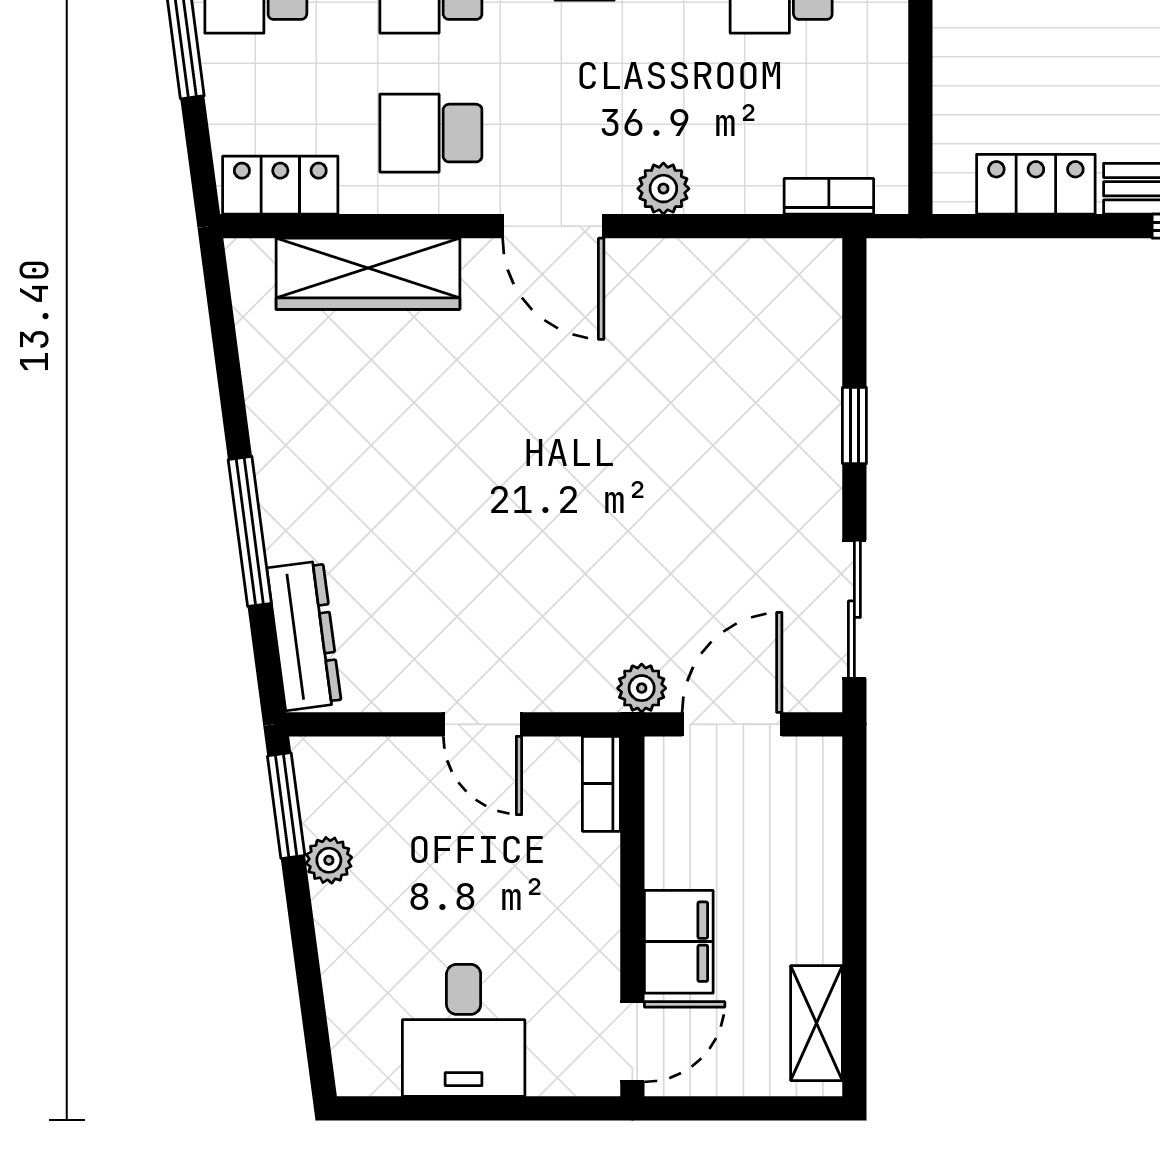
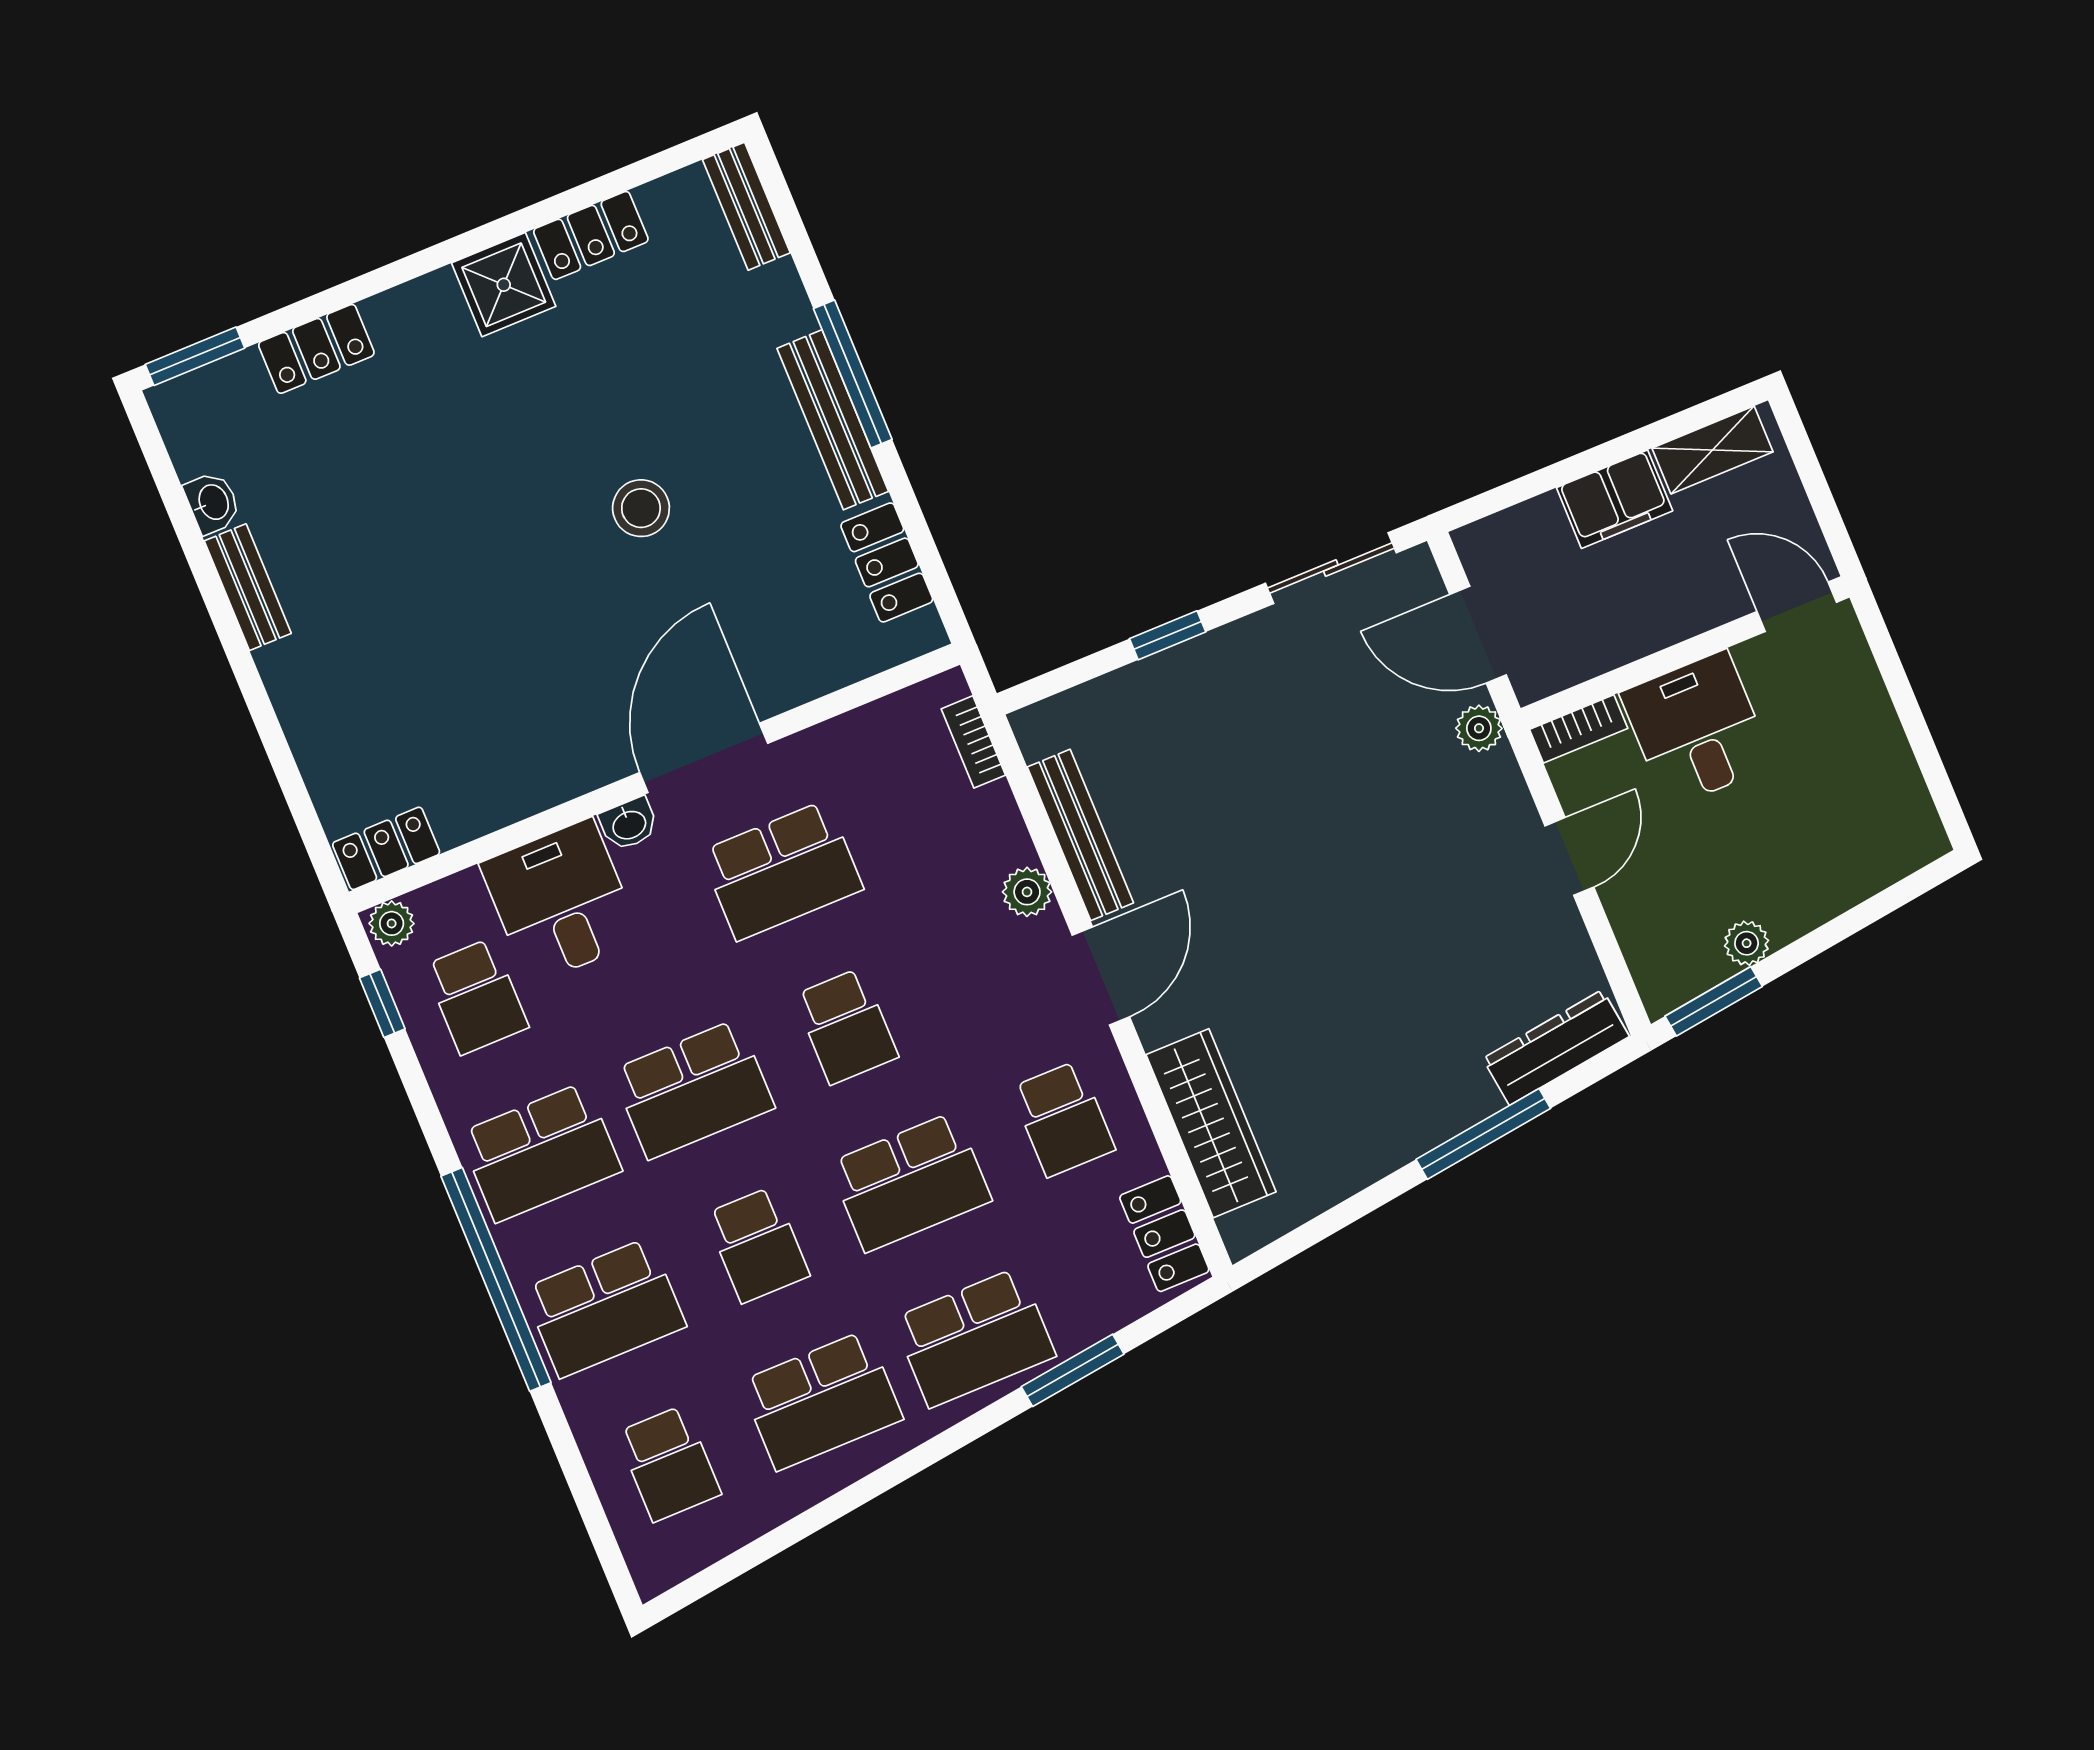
bench: (697, 262) -> (1080, 835), added
filing cabinet: (679, 942) -> (1615, 499), moved, turned 180
desk: (464, 1030) -> (1697, 729), moved, turned -90

